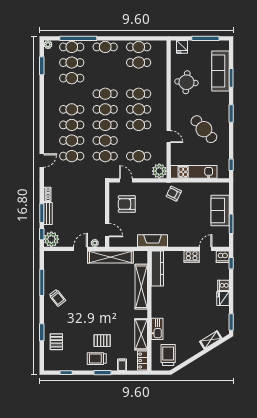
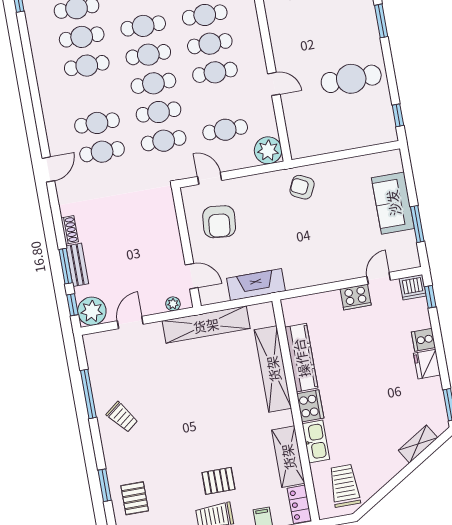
cafe table: (72, 125) -> (82, 37), moved
cafe table: (204, 129) -> (351, 79), moved, turned -48
kitchen unit: (194, 172) -> (332, 140), removed
armchair: (127, 204) -> (219, 222), turned -84
fireplace: (153, 241) -> (256, 285), moved
door: (81, 249) -> (130, 322), moved
kitchen counter: (157, 268) -> (301, 358), moved
cooker: (158, 310) -> (310, 406), added

